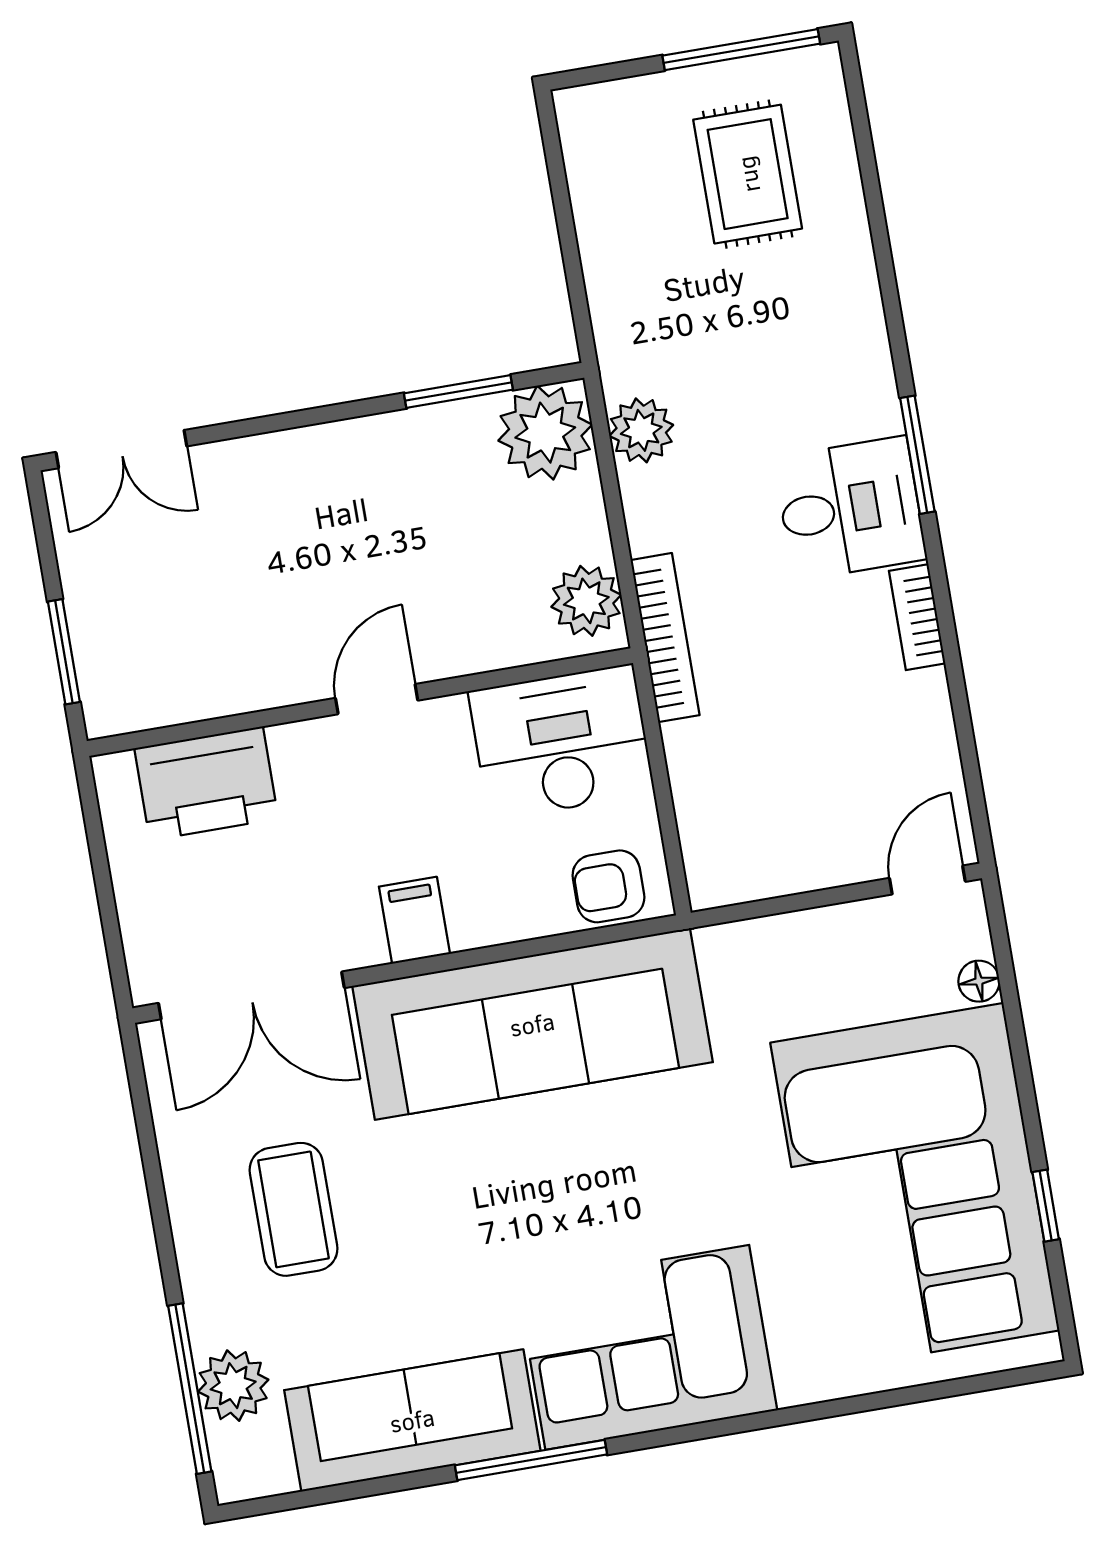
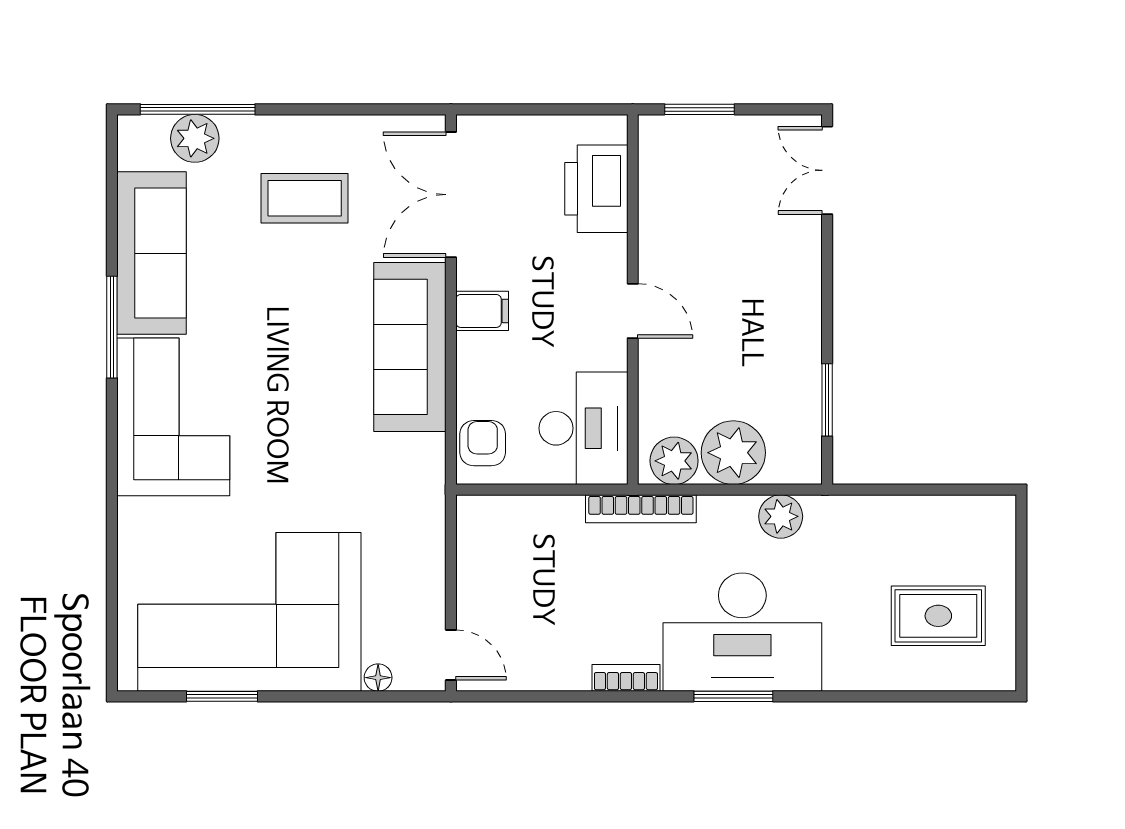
window: (741, 50) -> (1021, 626), removed
plant: (545, 433) -> (733, 453), moved
desk: (850, 509) -> (742, 632), width x1.87, depth x1.30
sofa: (532, 1024) -> (410, 347), width x0.74, depth x0.79
window: (1046, 1206) -> (222, 696), width x1.50

